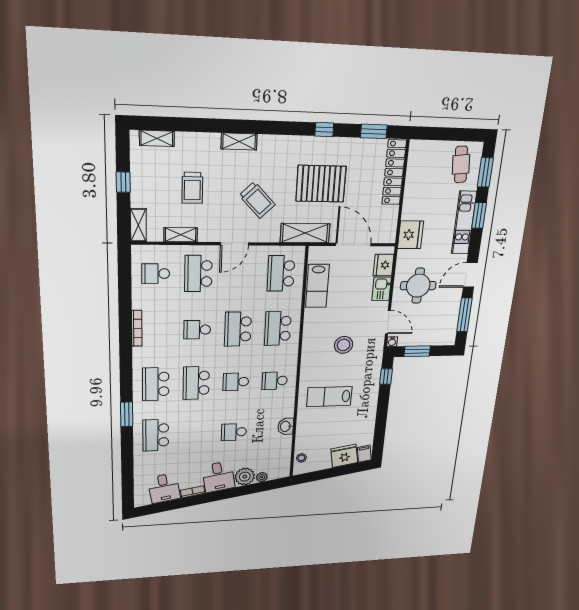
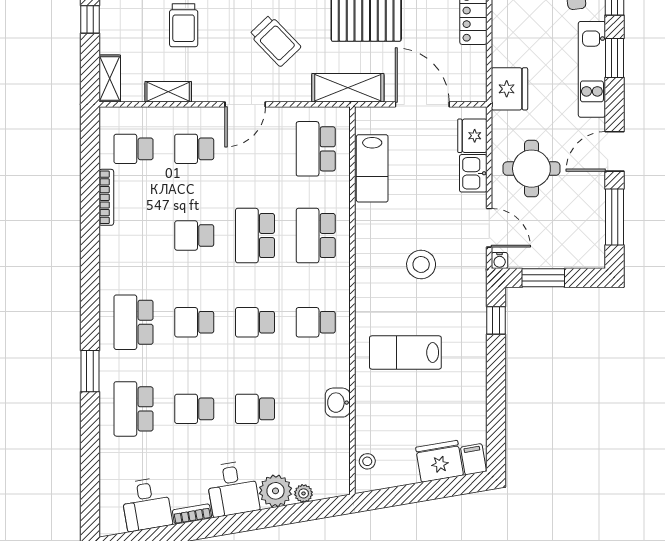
school desk: (198, 274) -> (194, 149), width x0.54
bookcase: (137, 328) -> (106, 197), moved
school desk: (196, 383) -> (194, 322), width x0.54
school desk: (195, 434) -> (194, 409), added

